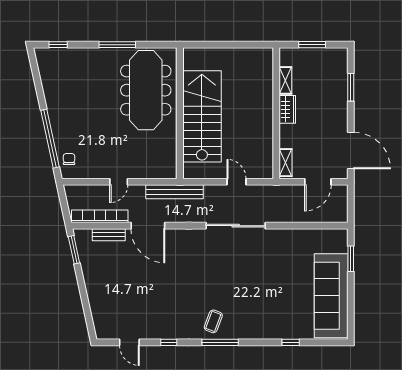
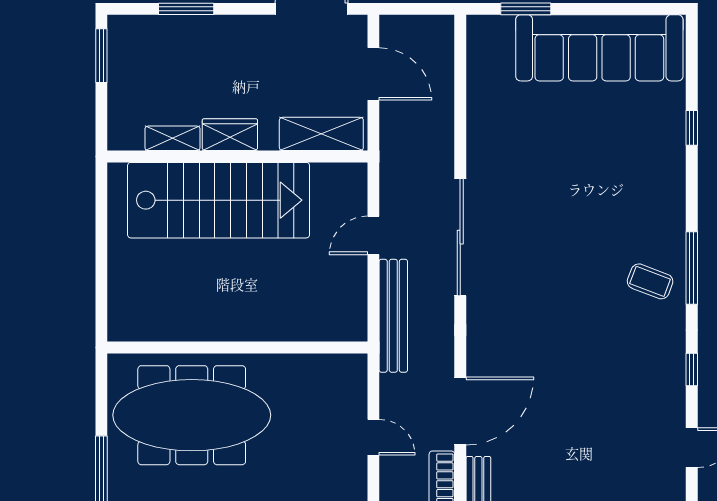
window: (312, 45) -> (101, 56), moved
stairs: (202, 116) -> (219, 200), moved, turned 180
shelving: (286, 163) -> (321, 134), width x1.50, depth x1.33
door: (119, 182) -> (373, 437), moved
bench: (174, 192) -> (393, 316), moved

